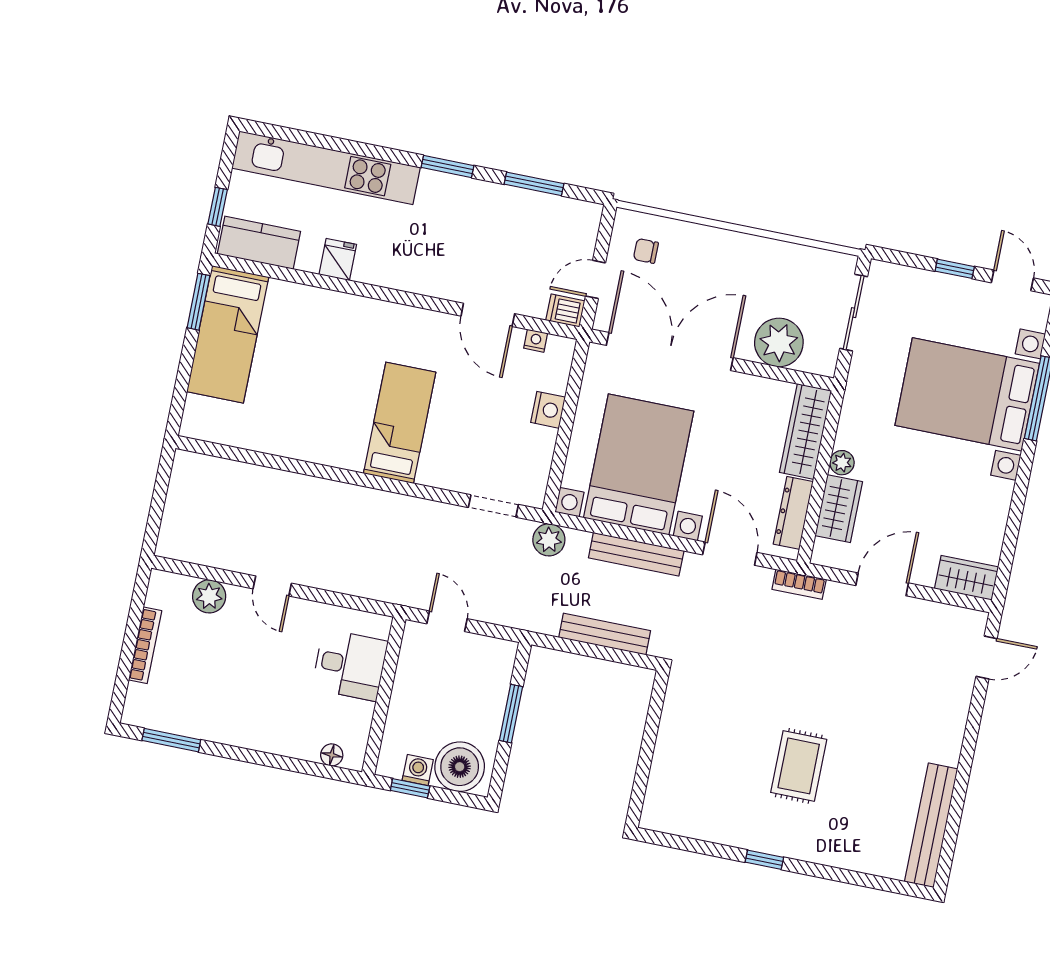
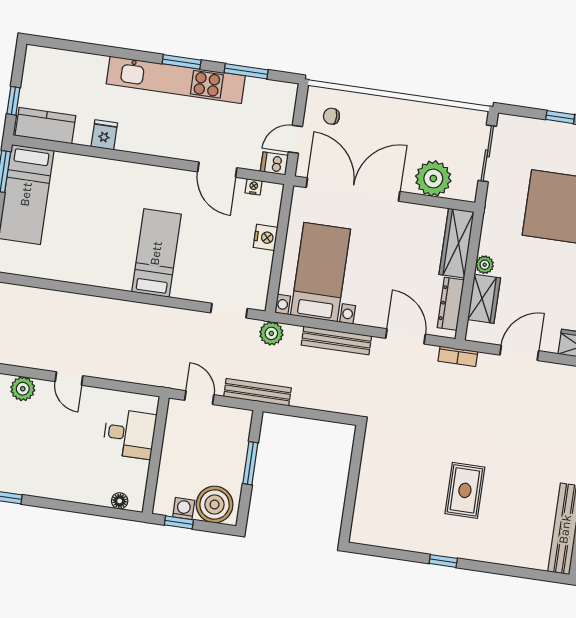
kitchen unit: (326, 168) -> (176, 80), moved
bed with nightstands: (639, 464) -> (320, 272), width x0.73
bench: (605, 634) -> (257, 392), moved

